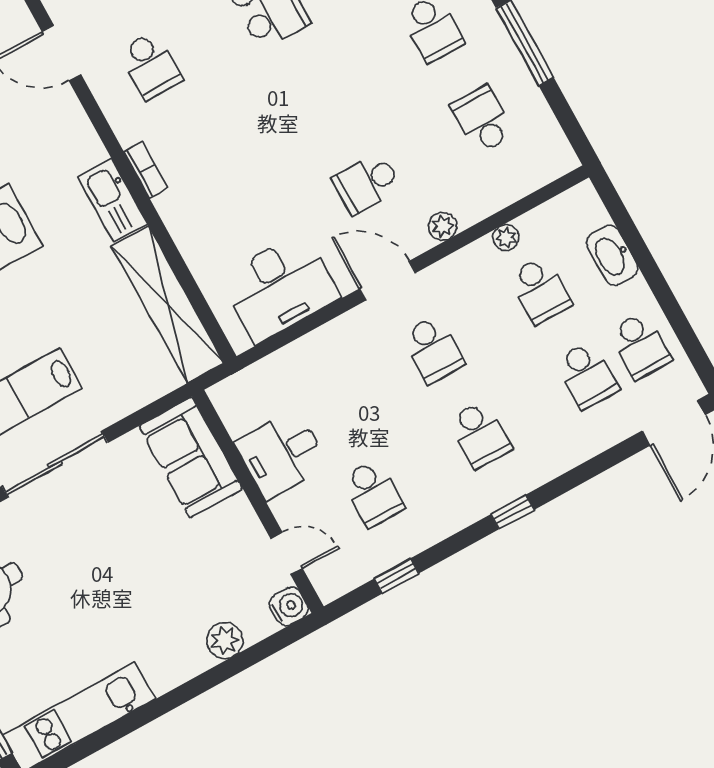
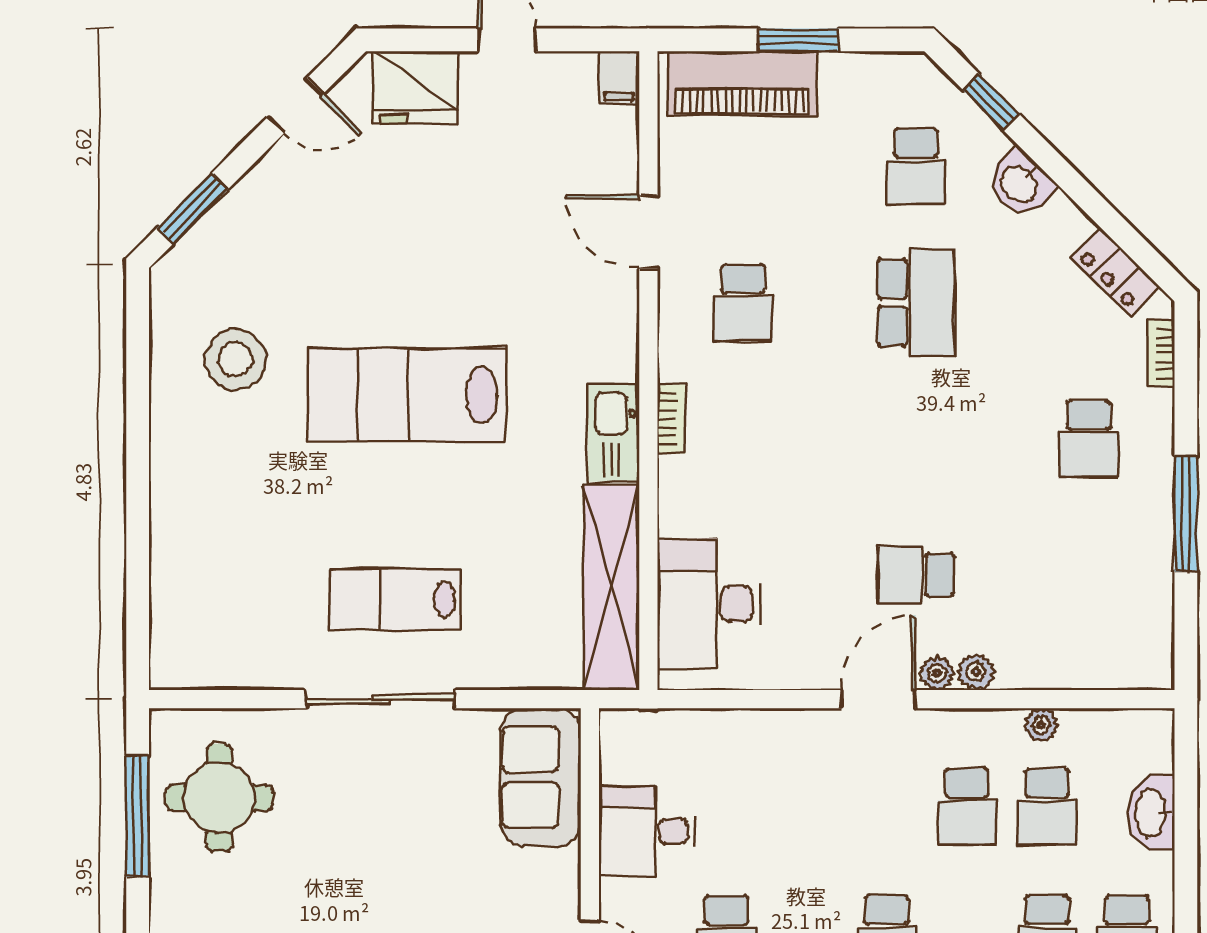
school desk: (483, 120) -> (1089, 575), removed
plant: (417, 242) -> (937, 673), added
door: (387, 281) -> (878, 699), hinge flipped
desk: (280, 287) -> (709, 604), moved, turned 90
school desk: (433, 349) -> (967, 807), moved

